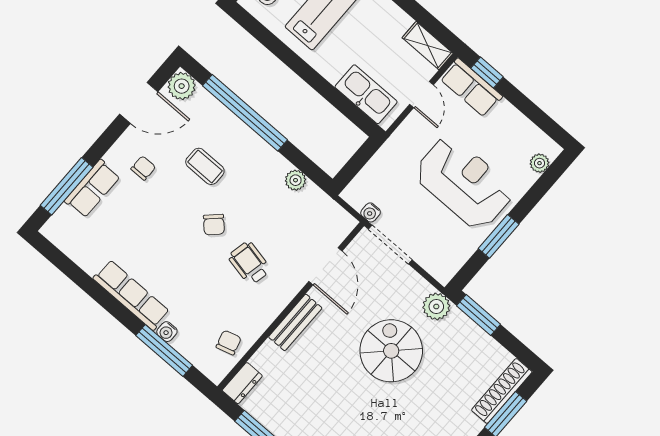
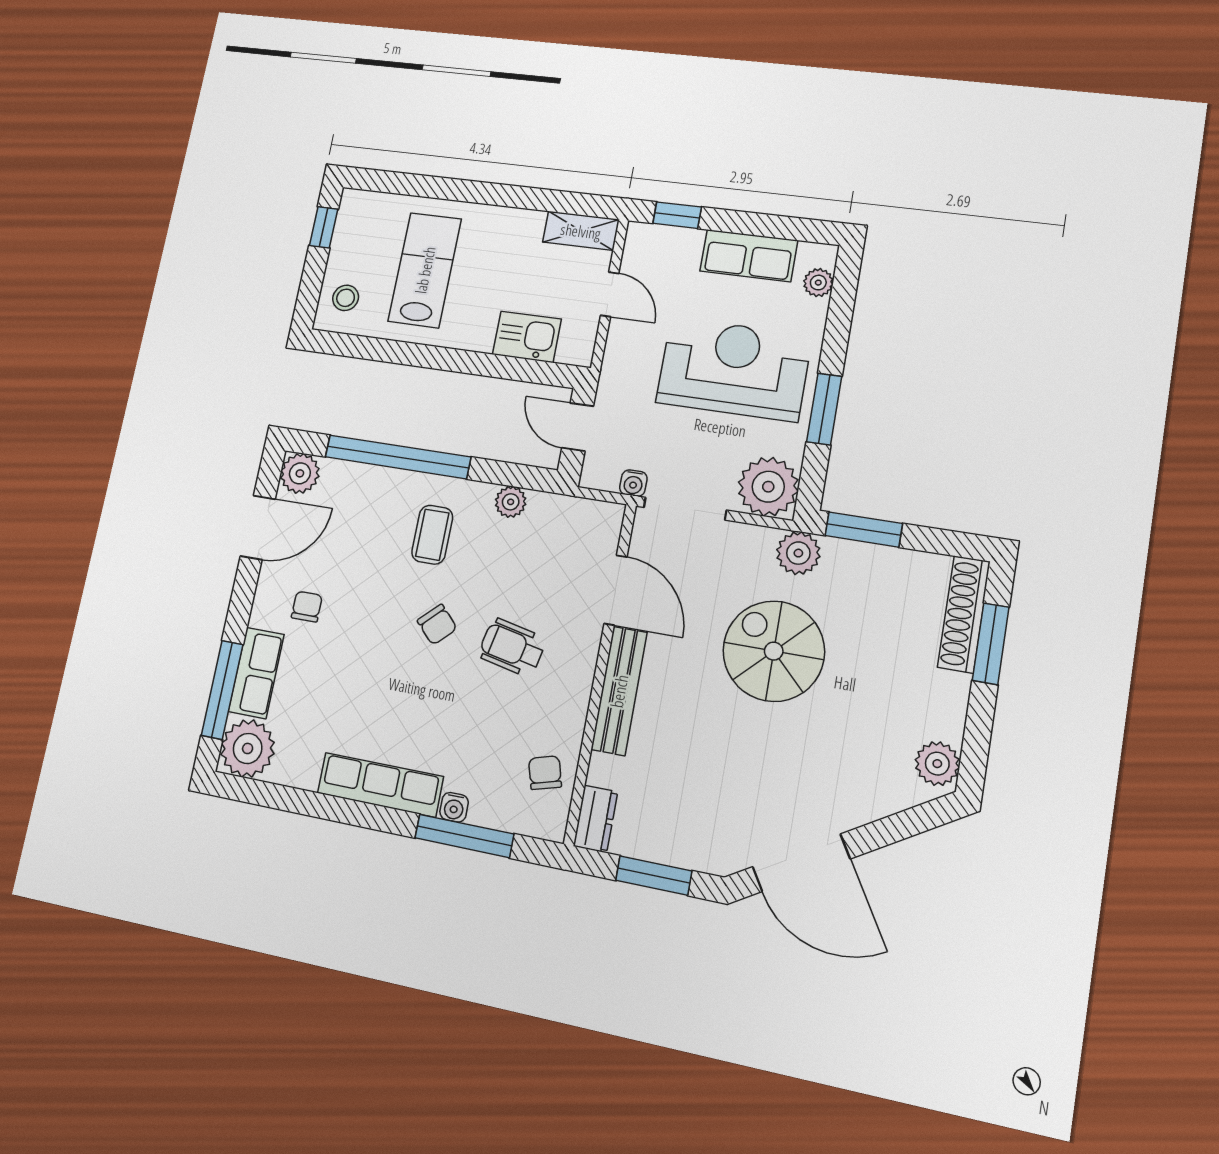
row of seats: (471, 88) -> (749, 256), moved
kitchen sink: (366, 94) -> (527, 337), width x0.73
door: (358, 161) -> (578, 427), added
coffee table: (205, 166) -> (432, 535), moved, turned 90
plant: (64, 229) -> (248, 748), added
plant: (442, 260) -> (768, 487), added
bench: (295, 322) -> (619, 691), width x1.36

